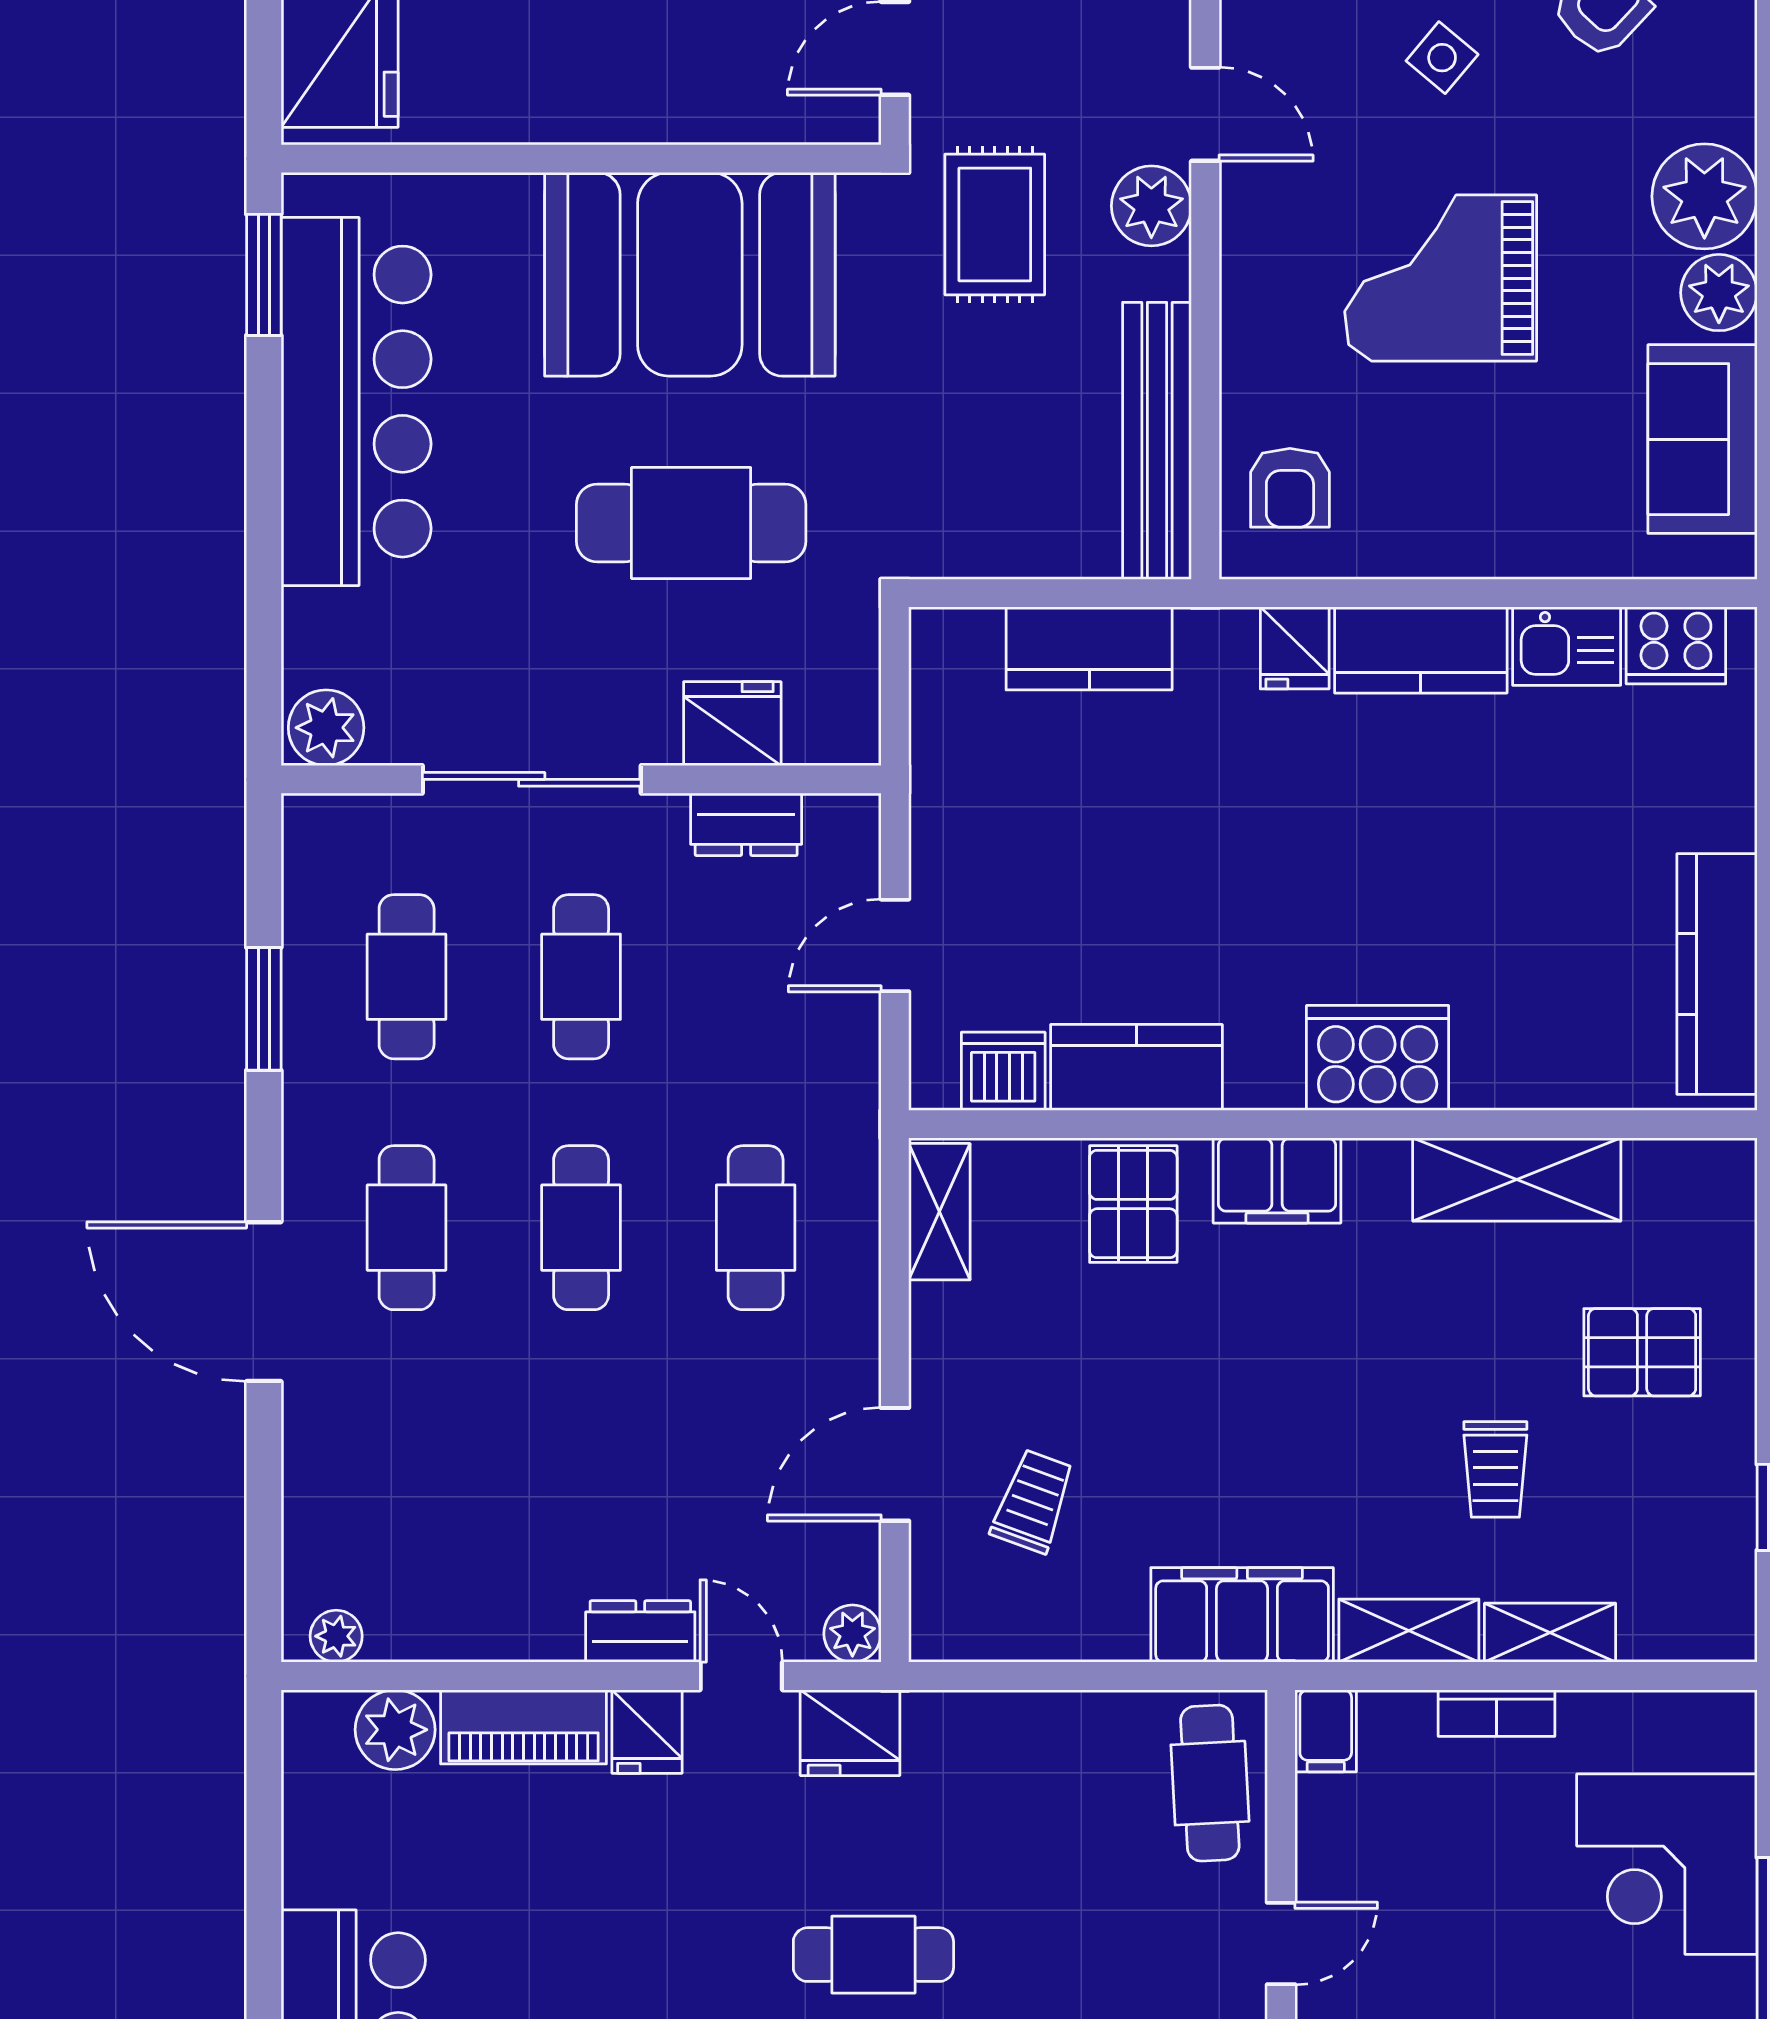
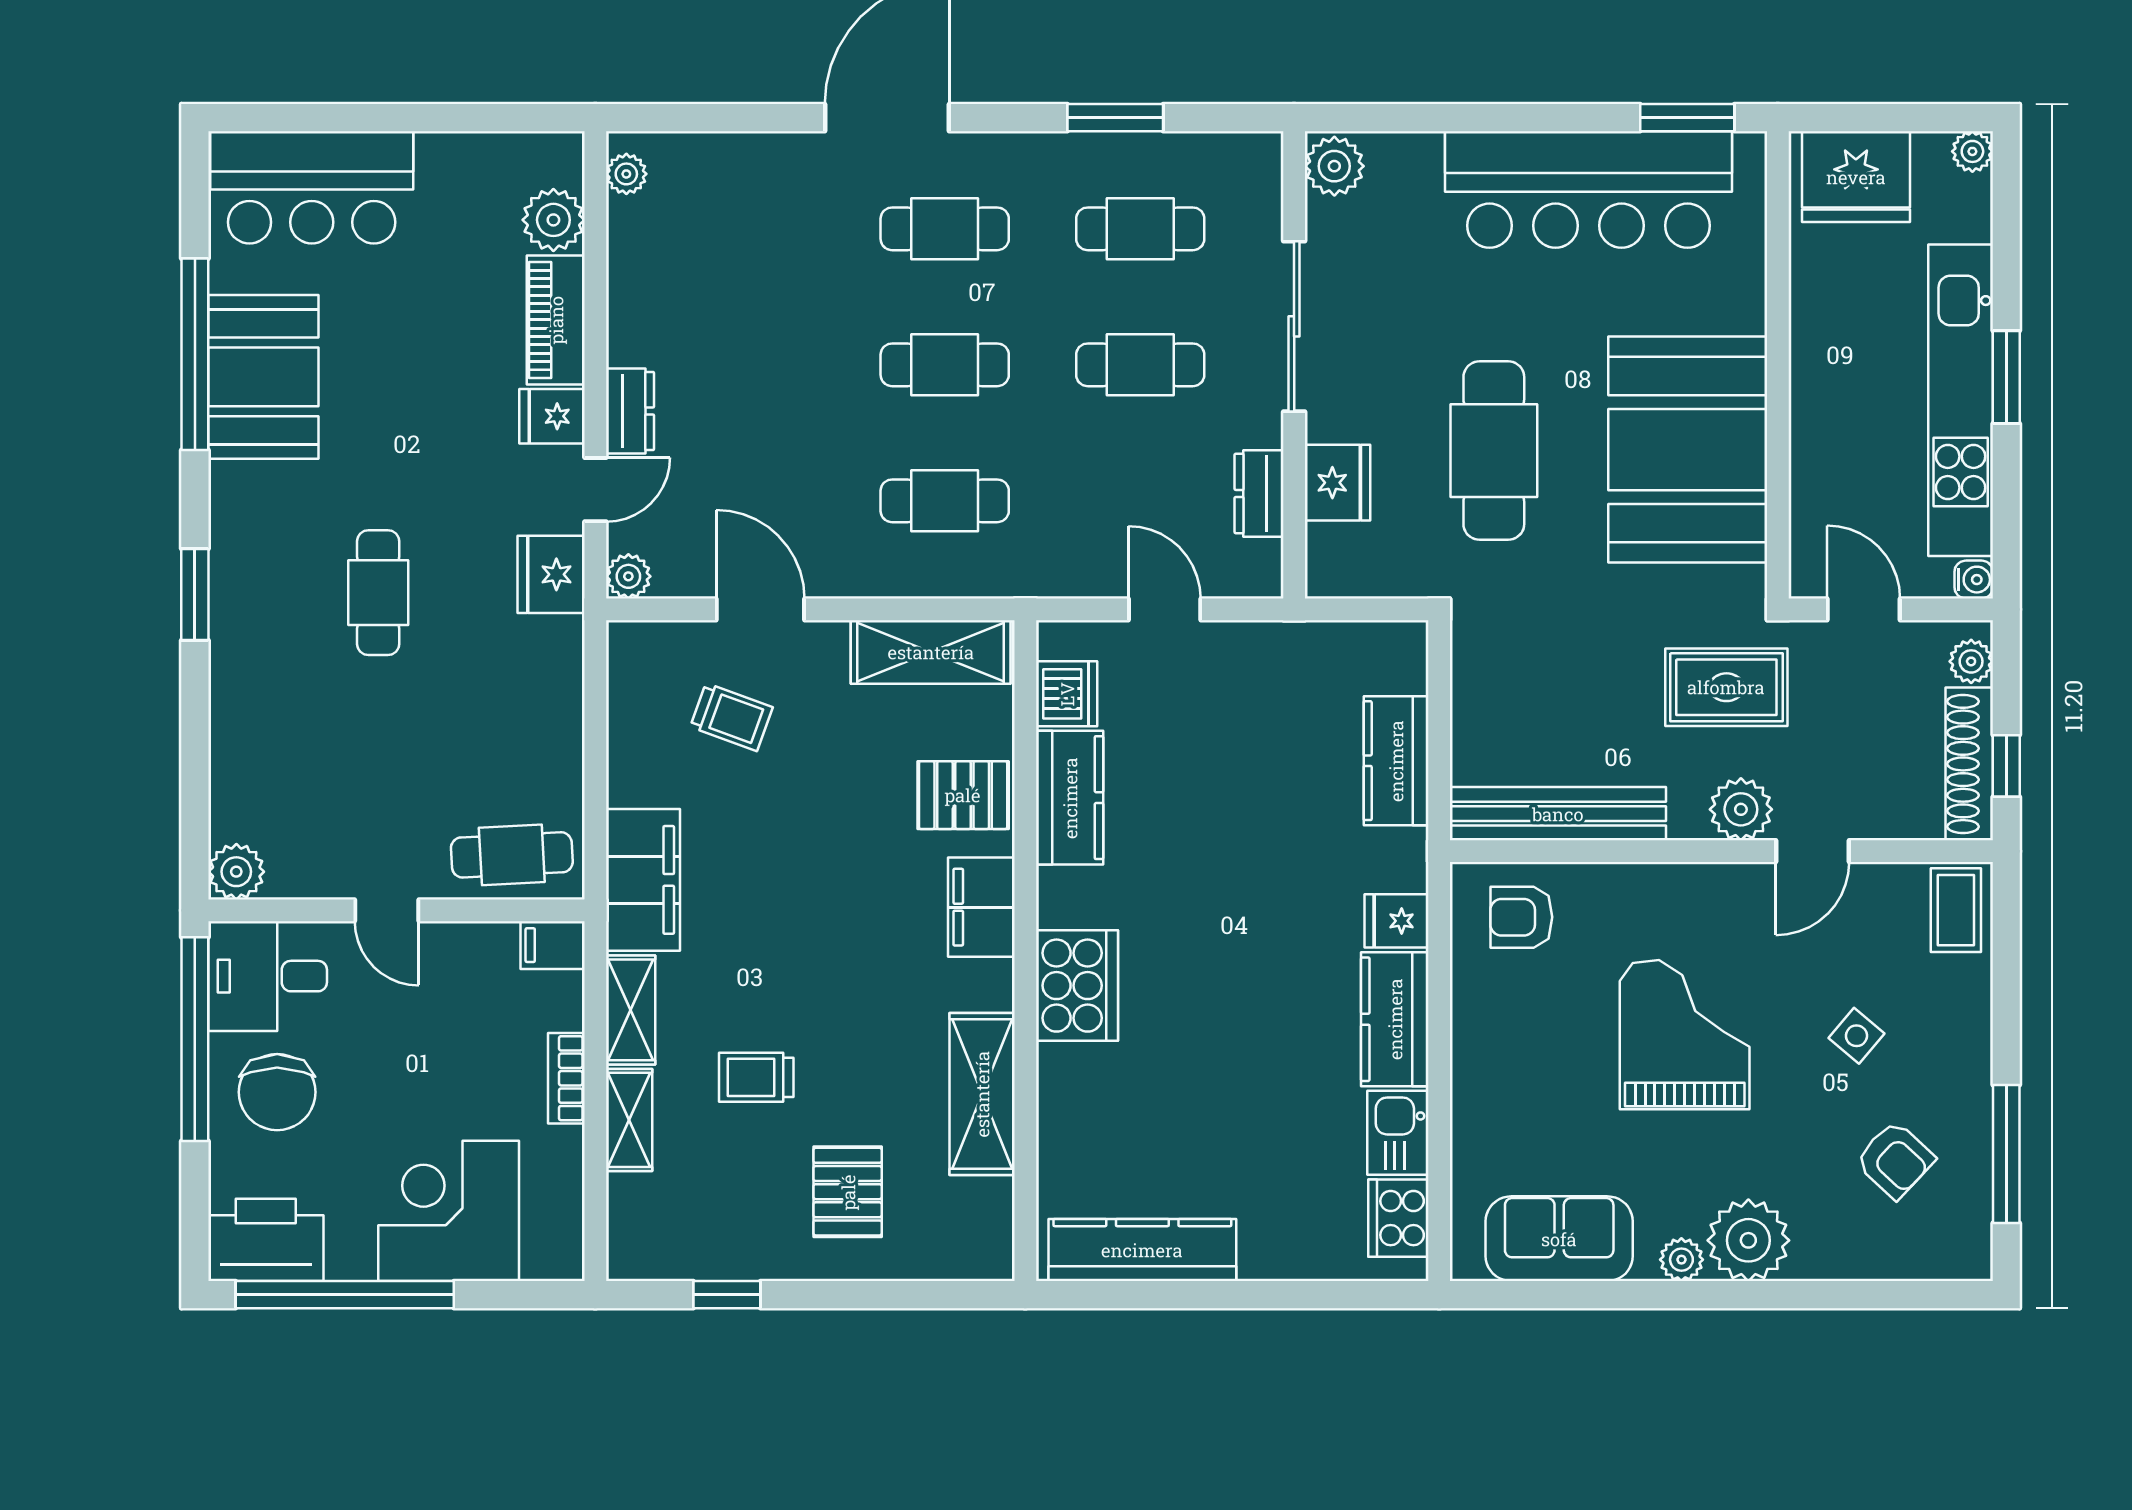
plant: (1719, 293) -> (1681, 1260), width x0.73, depth x0.73
shelving: (939, 1212) -> (931, 652), width x1.50, depth x1.33

